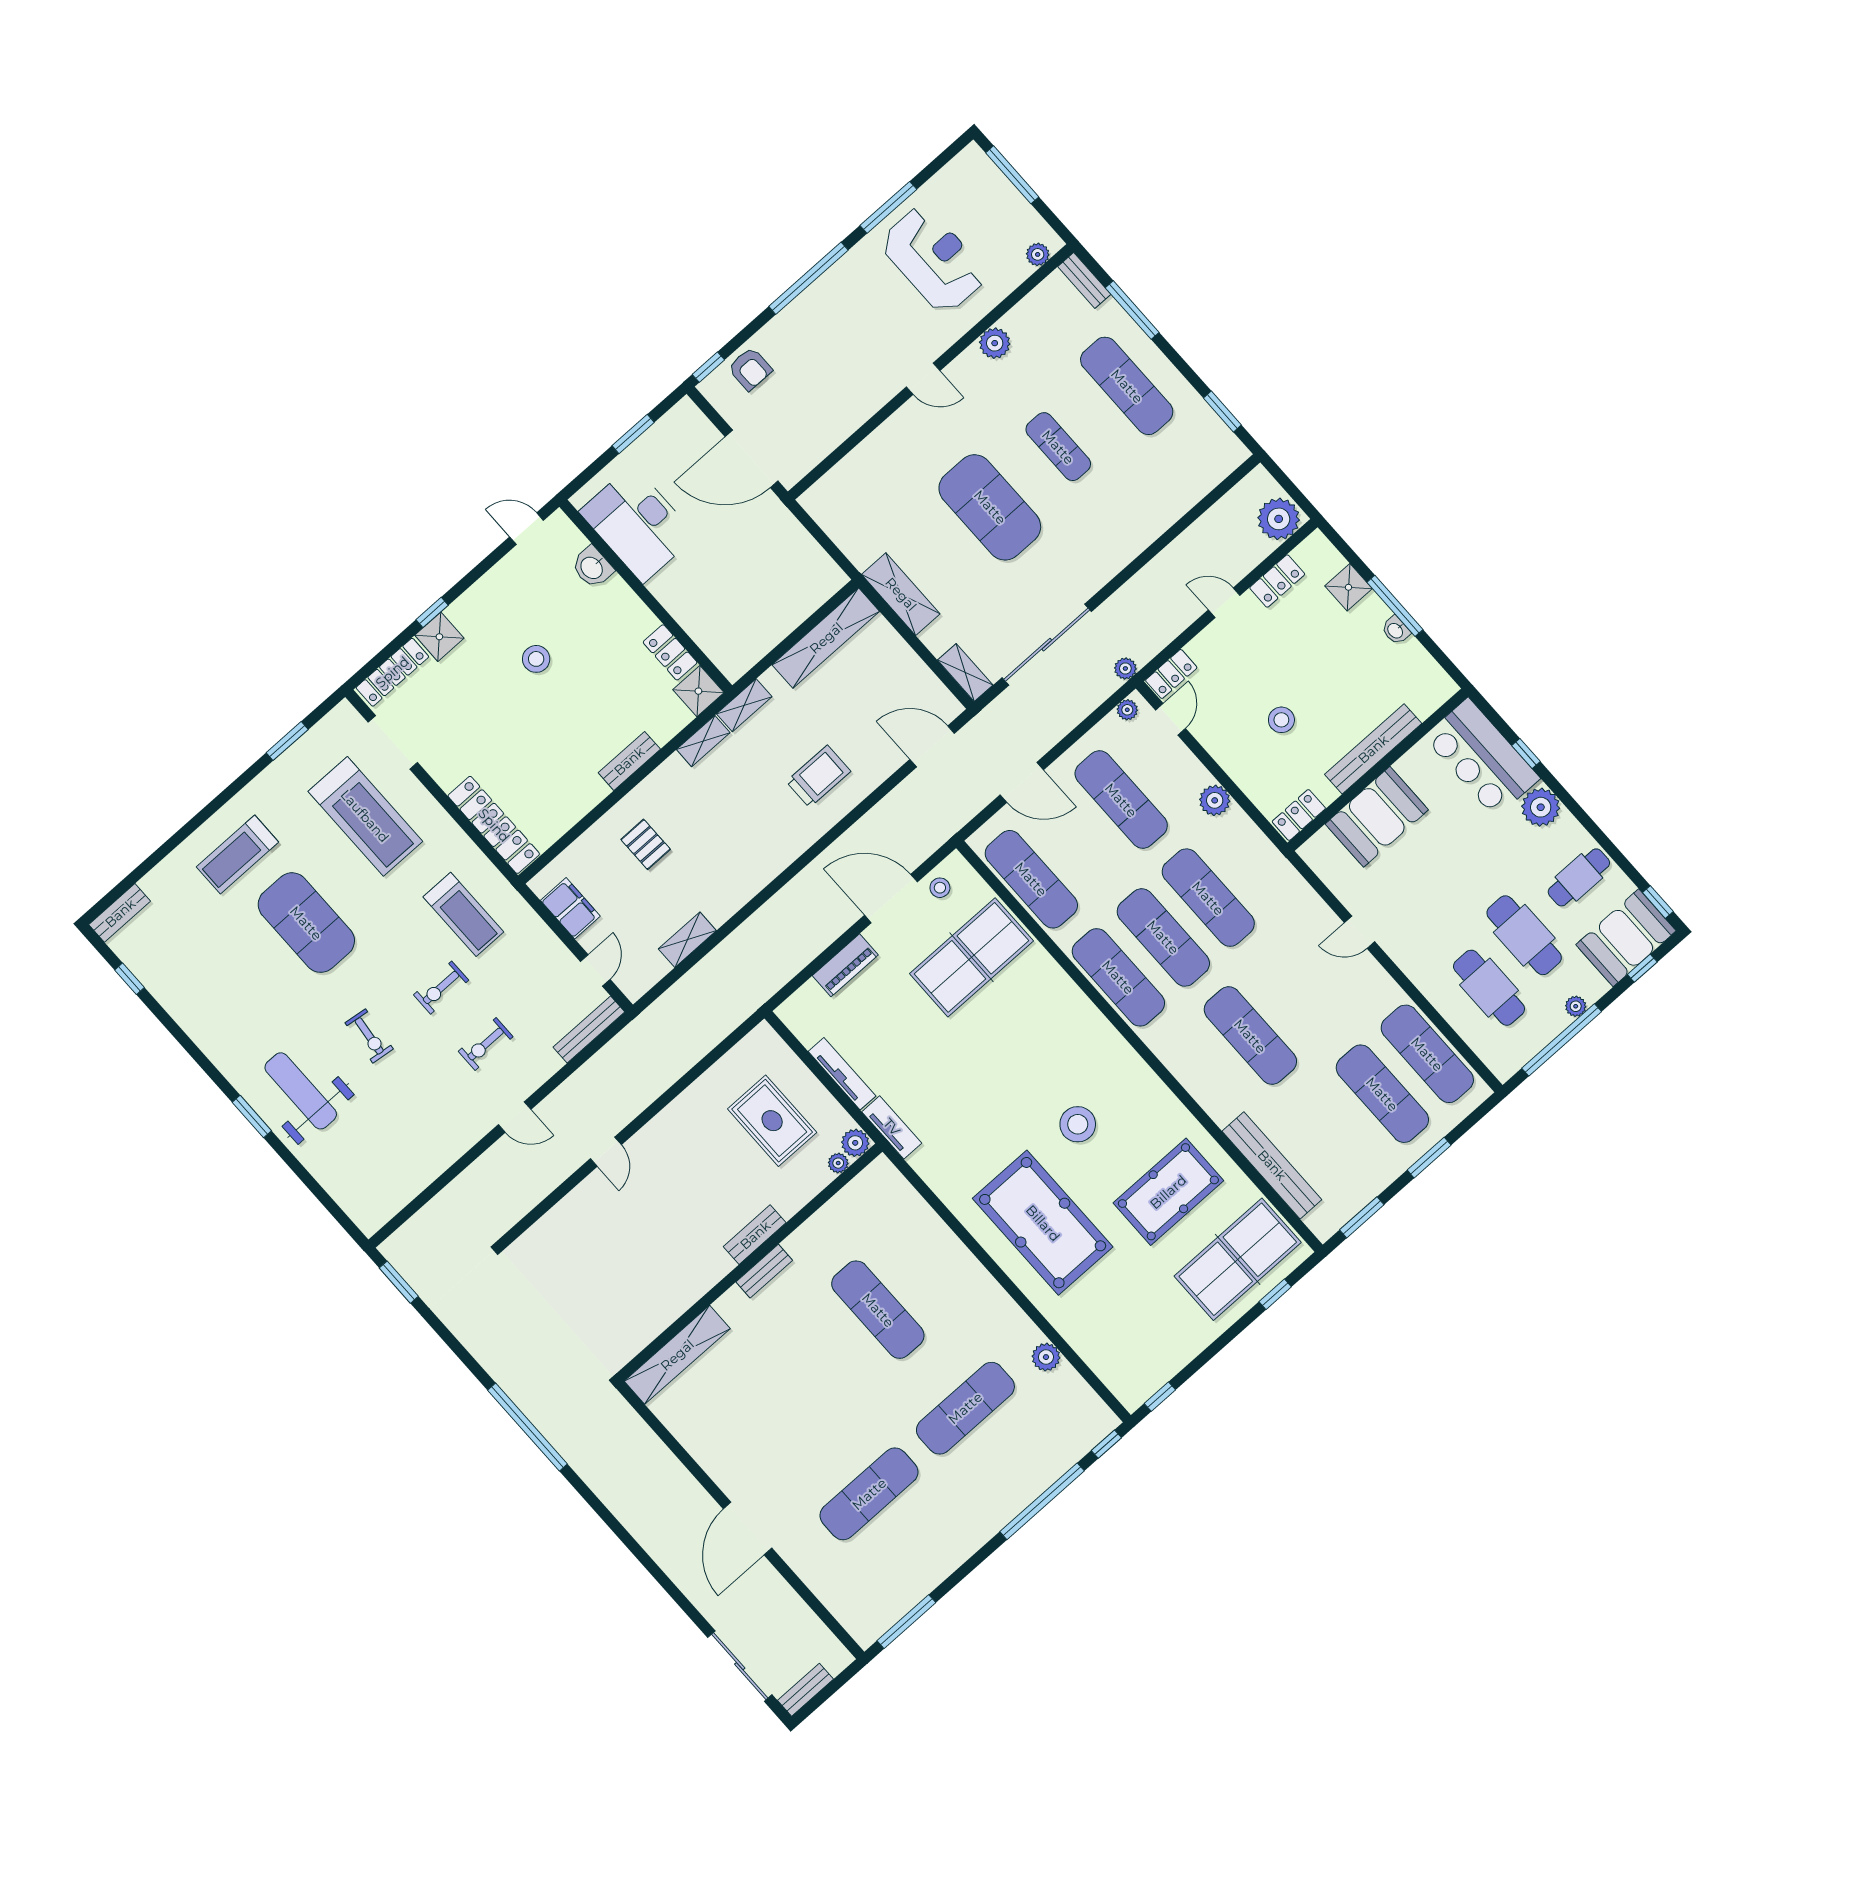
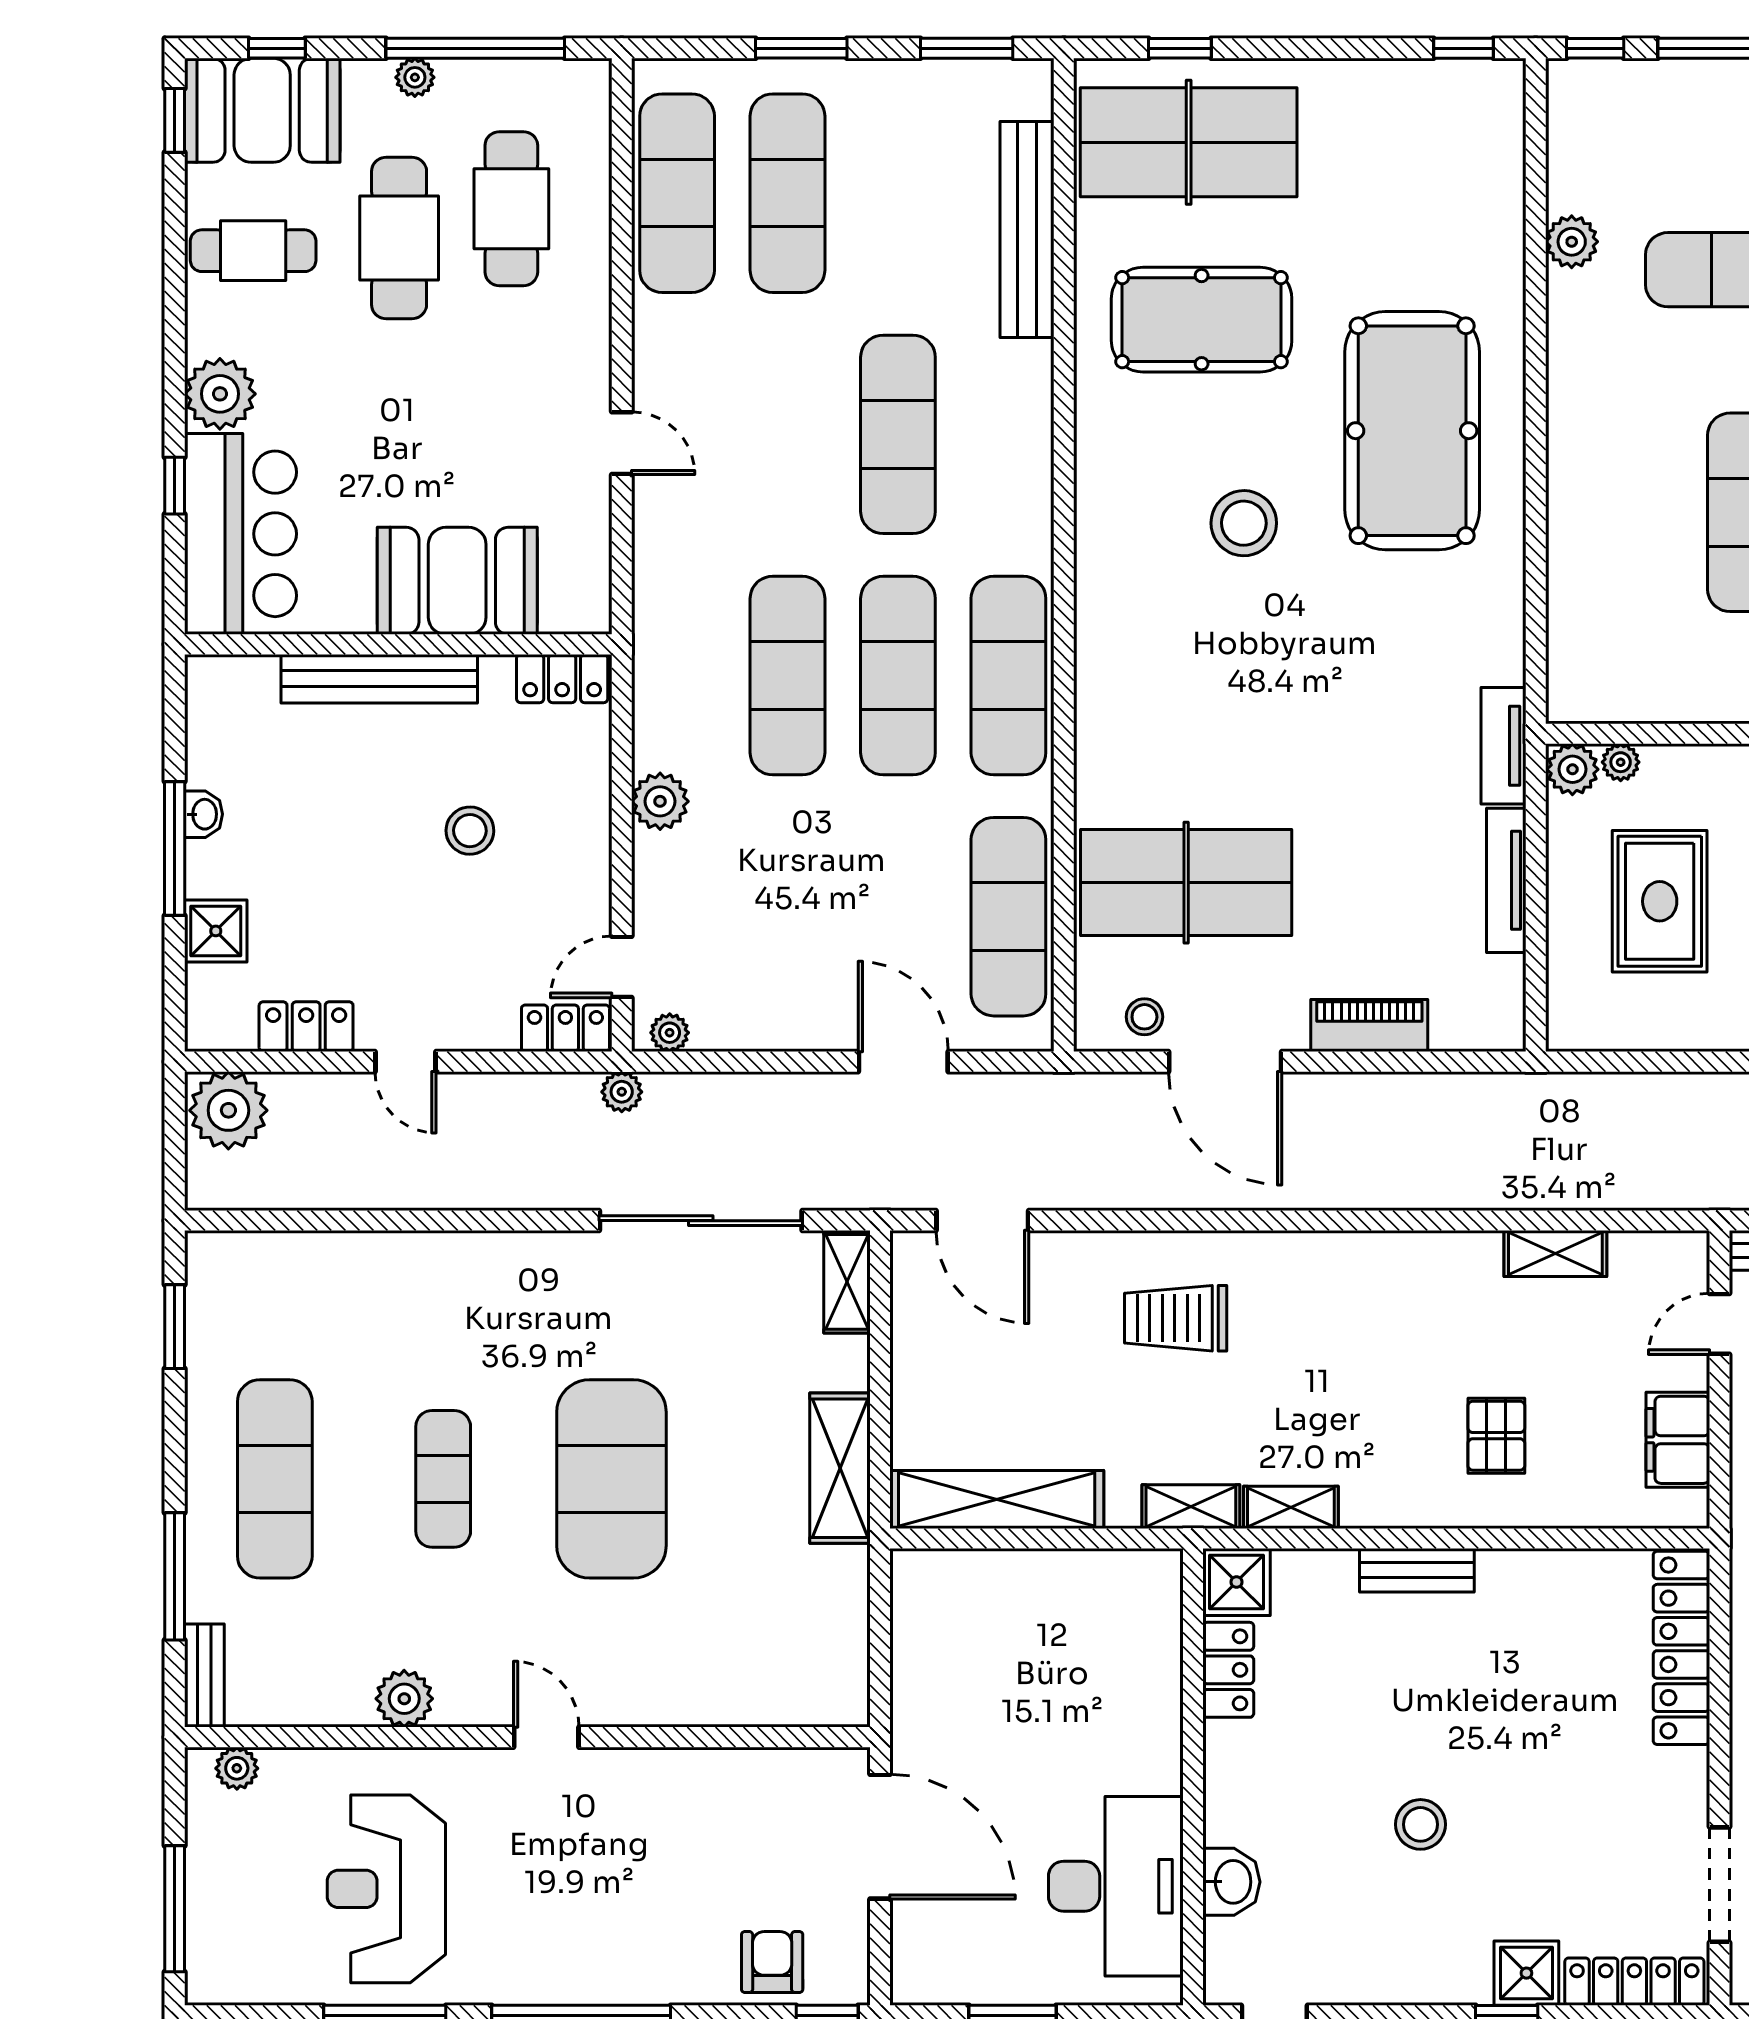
exercise mat: (1121, 800) -> (788, 917), removed

